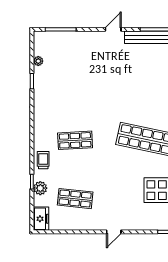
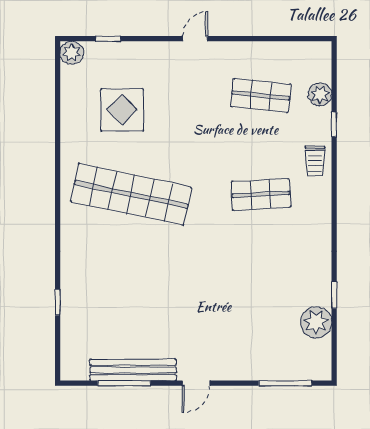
plant: (38, 61) -> (316, 322), width x1.87, depth x1.87
plant: (40, 188) -> (320, 94), moved
freezer: (41, 219) -> (319, 61), removed

